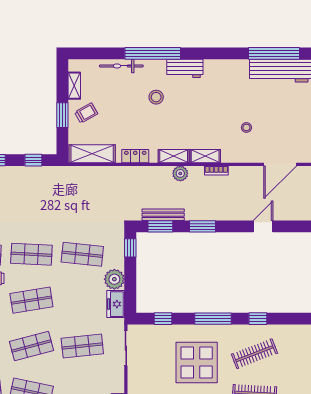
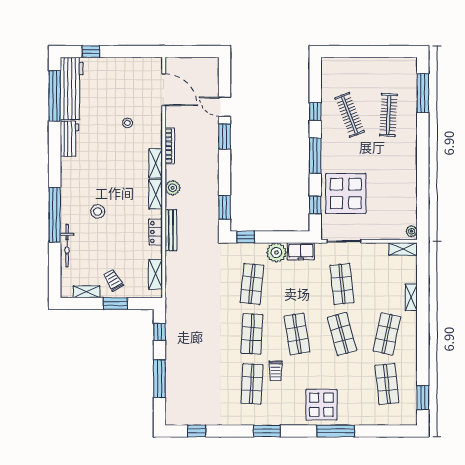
workbench: (185, 68) -> (69, 139), moved
shelving: (92, 154) -> (155, 274), width x0.67, depth x0.75
bookcase: (216, 171) -> (170, 146), width x1.56
bench: (163, 215) -> (171, 230), moved
window: (202, 226) -> (225, 136), moved
display table: (197, 362) -> (346, 193), moved

